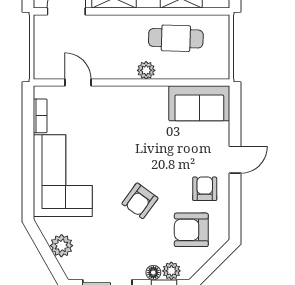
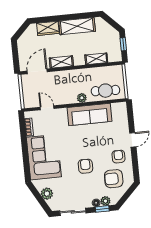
cafe table: (176, 38) -> (105, 91), moved
sofa: (199, 103) -> (90, 114), moved, width x1.36
armchair: (140, 201) -> (85, 166), turned 144

